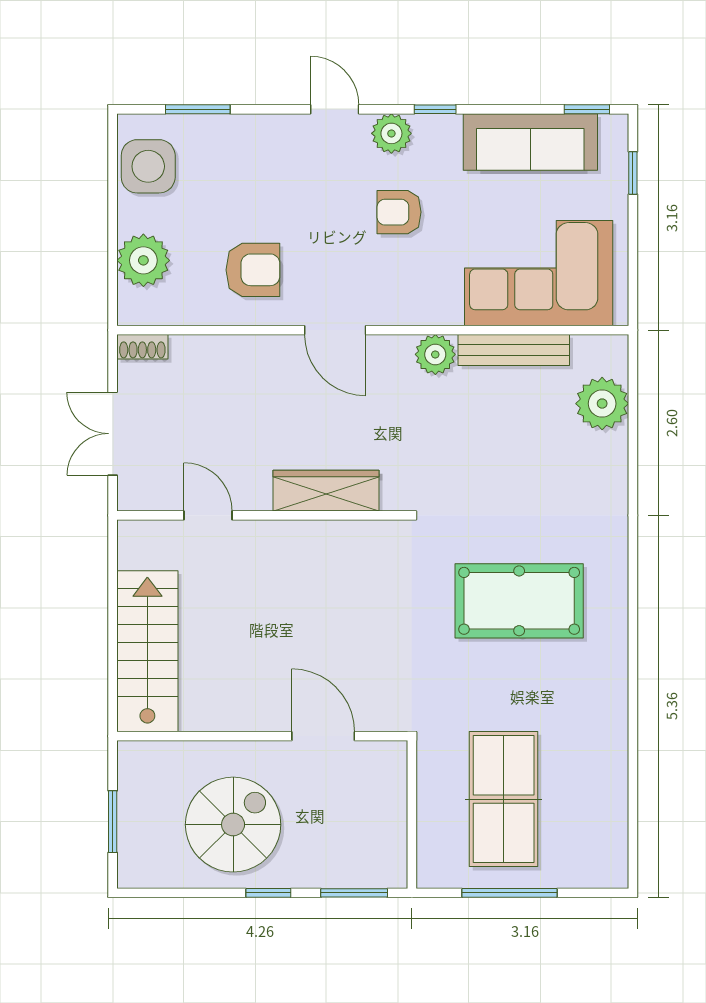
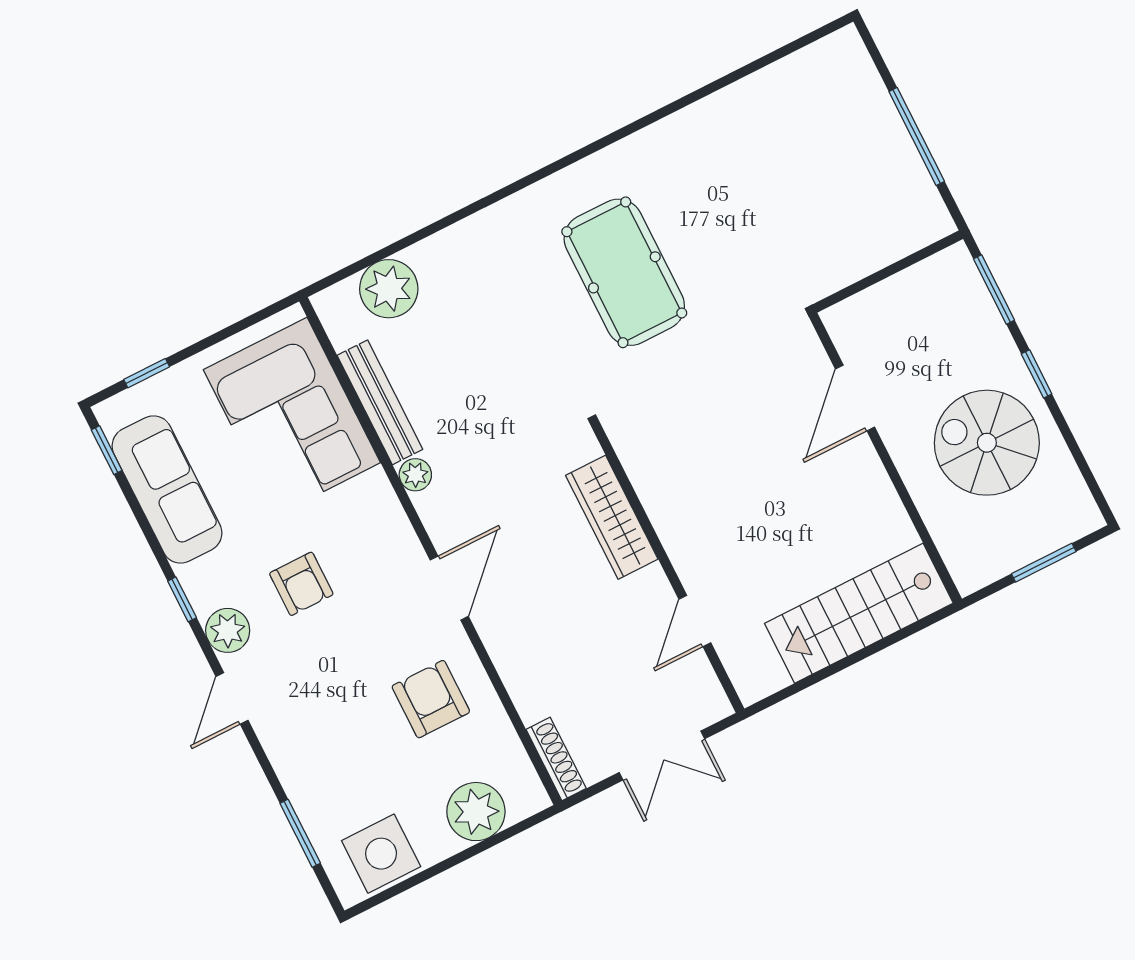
shoe rack: (142, 347) -> (556, 759), width x1.43
plant: (435, 354) -> (415, 475), width x0.73, depth x0.73
table tennis table: (504, 799) -> (827, 189), removed

